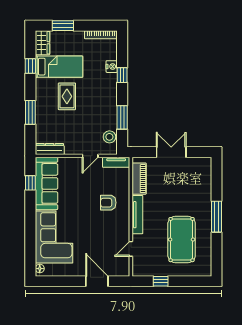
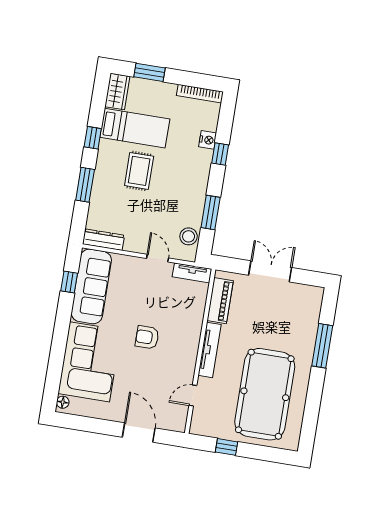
window: (30, 66) -> (93, 138), moved
door: (90, 156) -> (158, 258), swing flipped
armchair: (108, 203) -> (147, 337), moved
window: (217, 217) -> (322, 346), moved
pool table: (182, 240) -> (265, 394), width x1.36, depth x1.32

